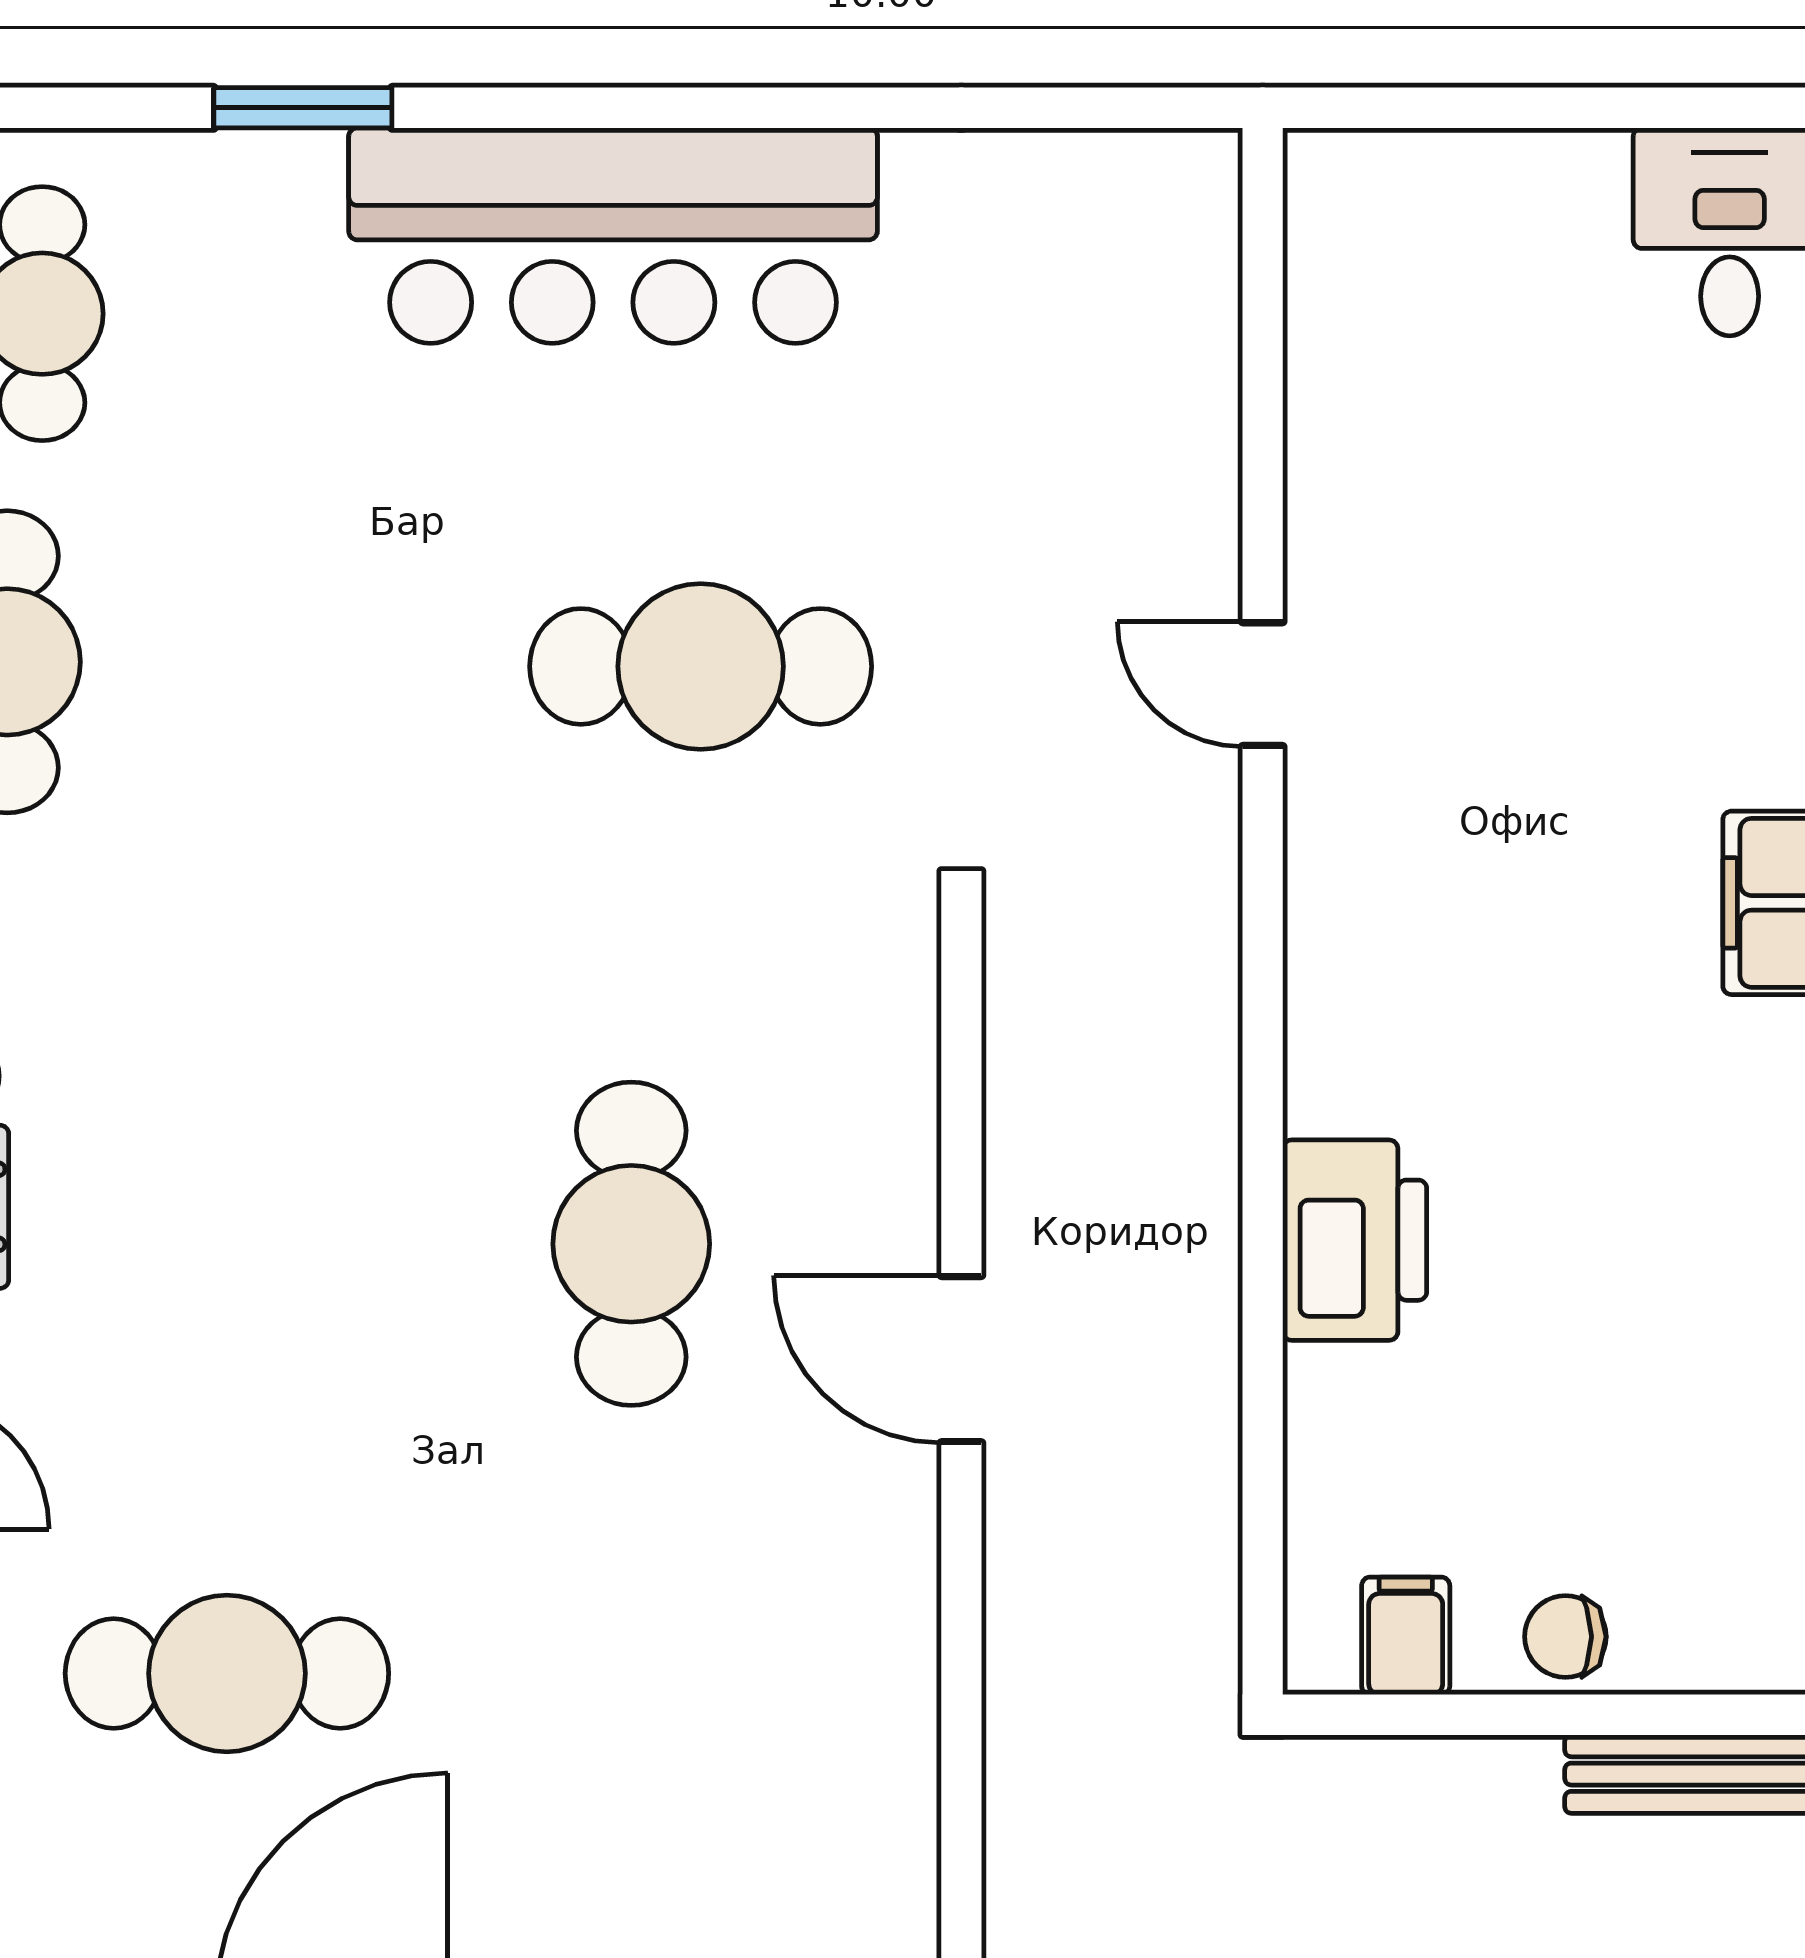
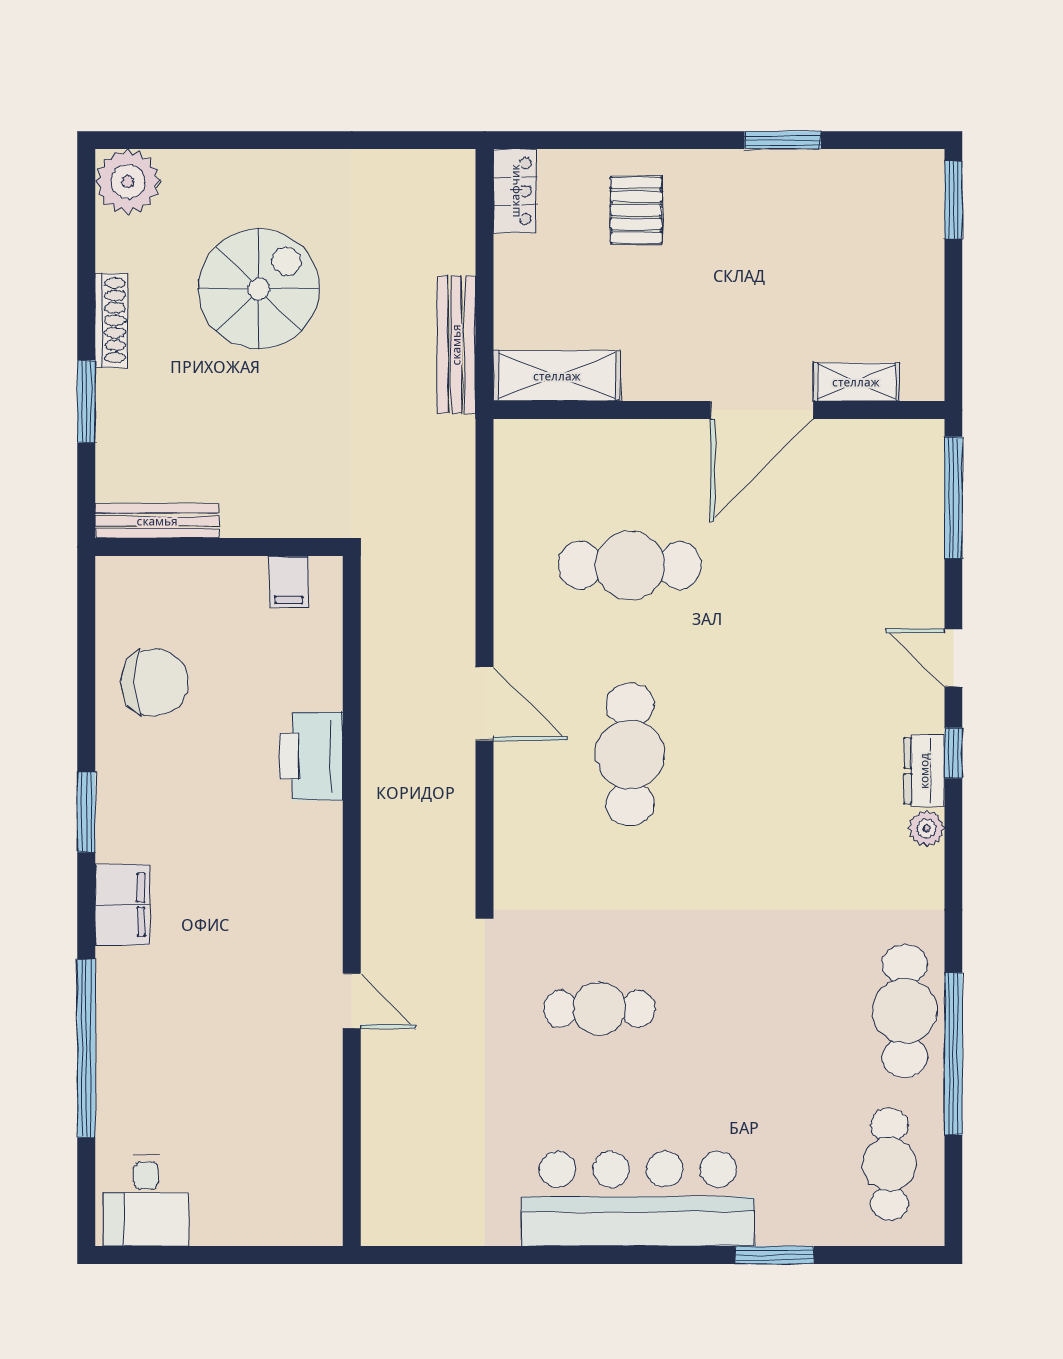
cafe table: (701, 666) -> (599, 1009), width x0.73, depth x0.74
chair: (1565, 1637) -> (155, 682), moved, width x1.87, depth x1.87
cafe table: (227, 1673) -> (630, 565), moved

